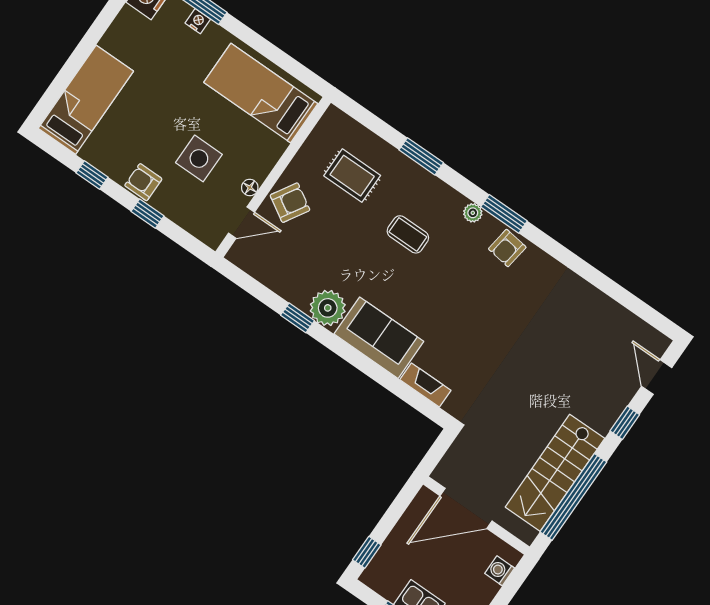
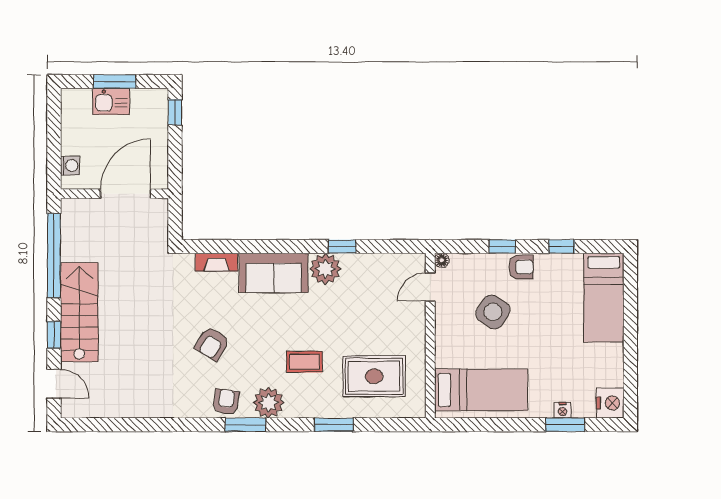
side table: (199, 158) -> (493, 312), turned 33
rug: (352, 176) -> (374, 376), width x1.36, depth x1.43
floor lamp: (250, 187) -> (442, 260), moved
armchair: (290, 203) -> (212, 344), moved
plant: (473, 213) -> (268, 403), width x1.88, depth x1.88
stairs: (555, 473) -> (79, 312), moved

